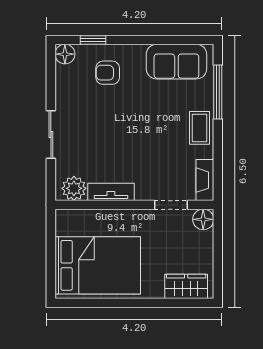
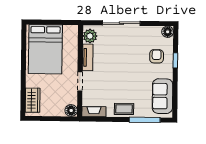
window: (93, 40) -> (175, 60), moved
sliding door: (51, 134) -> (121, 23), width x1.37
doorway: (171, 205) -> (80, 82), moved

